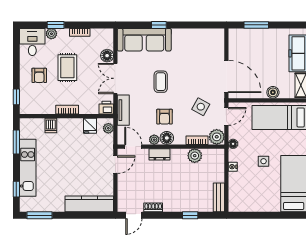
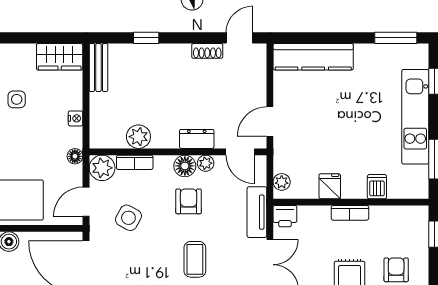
fridge: (90, 126) -> (330, 186), moved
side table: (264, 161) -> (17, 99), moved
wardrobe: (242, 204) -> (60, 57), added

